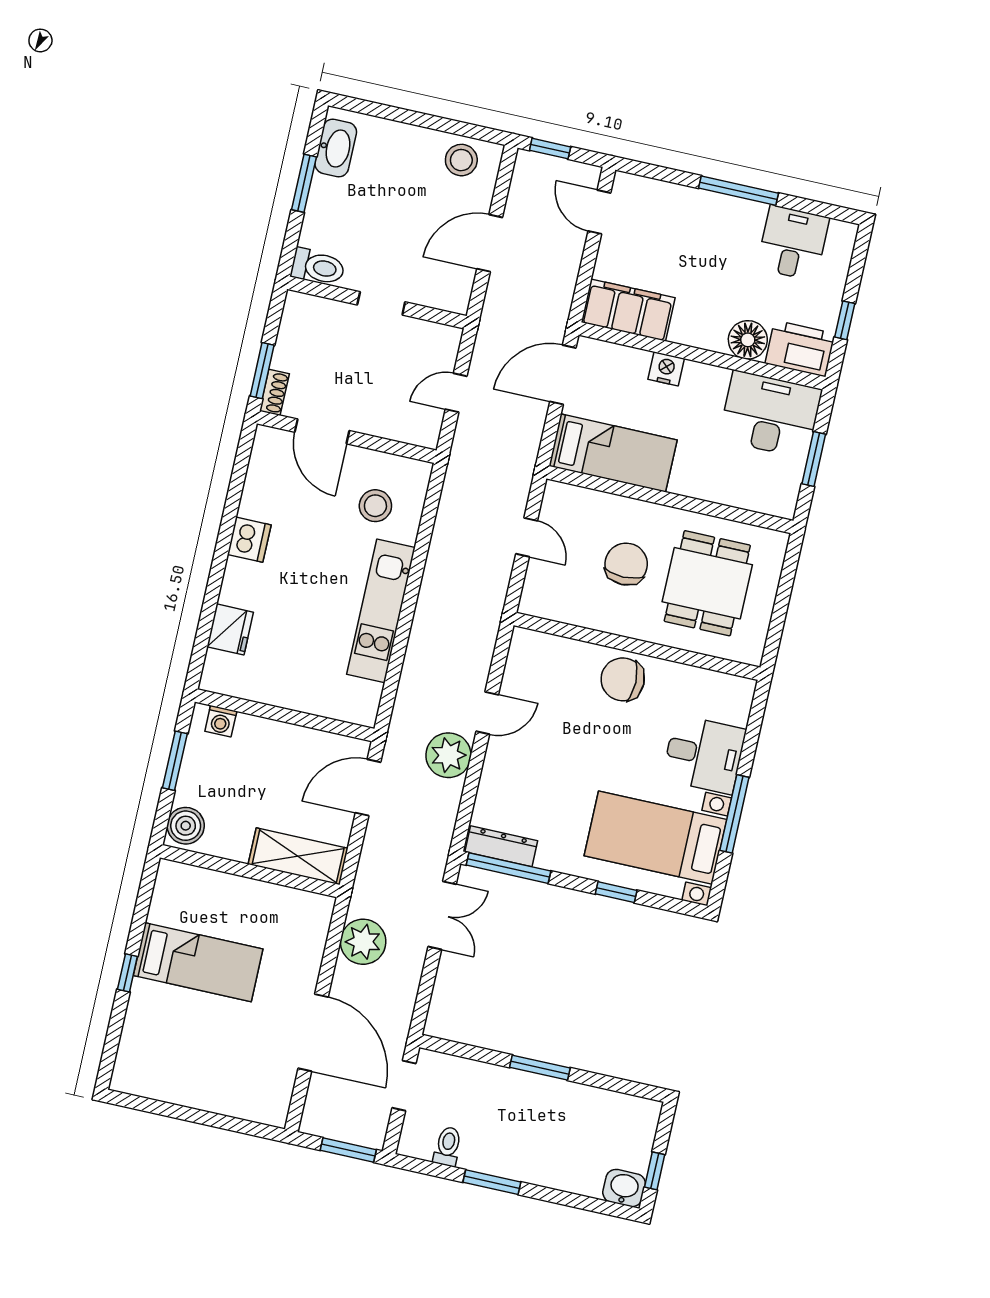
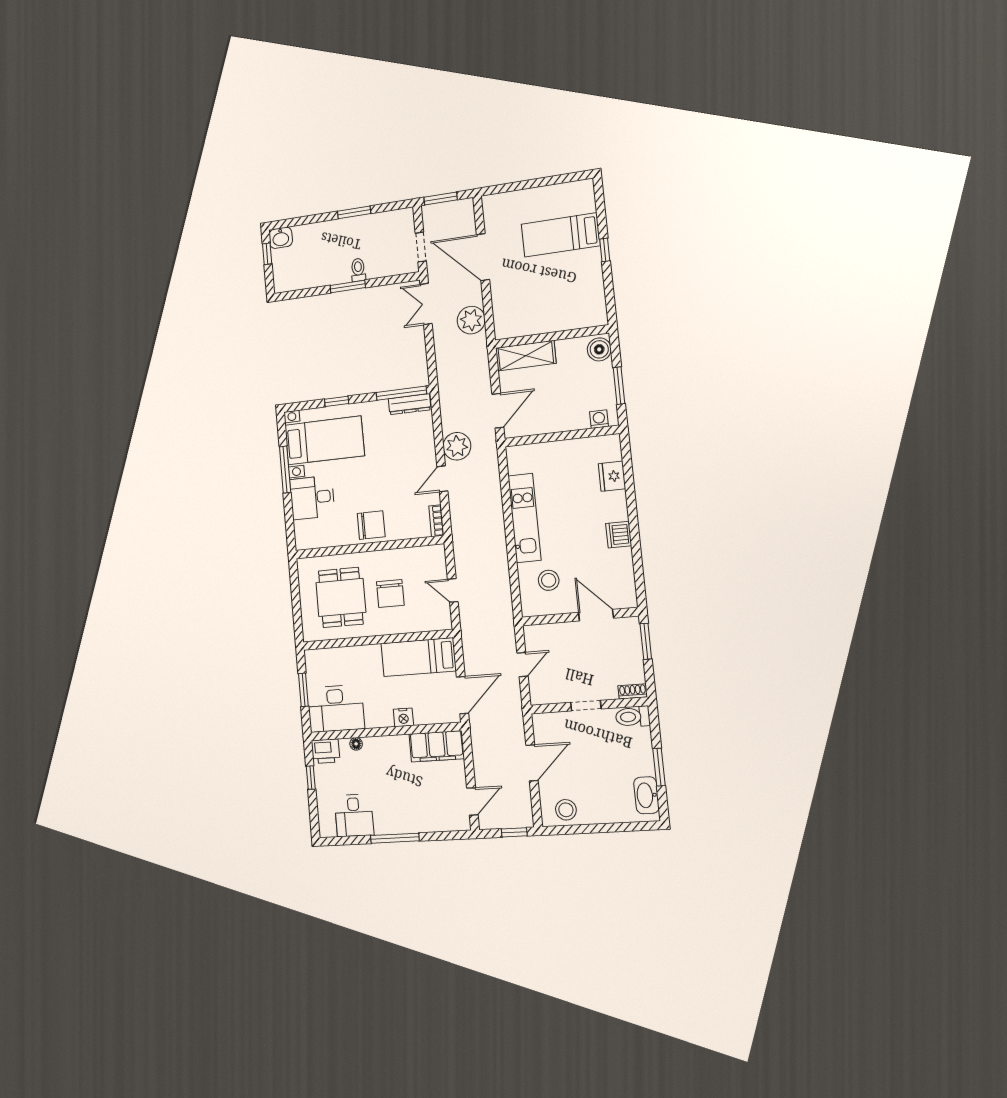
door: (599, 212) -> (472, 801), hinge flipped
floor lamp: (748, 340) -> (356, 744), width x0.53, depth x0.53
printer: (800, 349) -> (326, 751), width x0.73, depth x0.84
shoe rack: (274, 392) -> (633, 691), moved, turned 90
bookcase: (518, 652) -> (436, 521), added
double door: (442, 915) -> (426, 304), moved
bed: (198, 962) -> (561, 235), moved
toilet: (448, 1146) -> (358, 270), moved, turned 180

